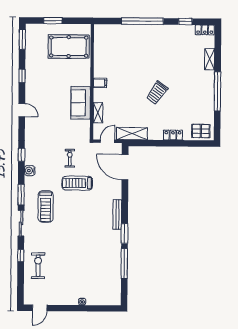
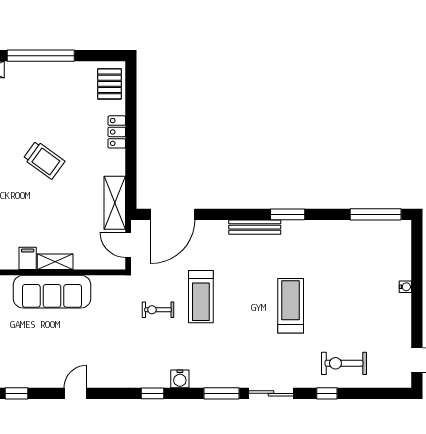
sofa: (81, 103) -> (52, 292), width x1.36
shelving: (98, 113) -> (55, 262), moved
treadmill: (46, 206) -> (291, 306), moved, turned -90
window: (124, 264) -> (376, 214), moved

